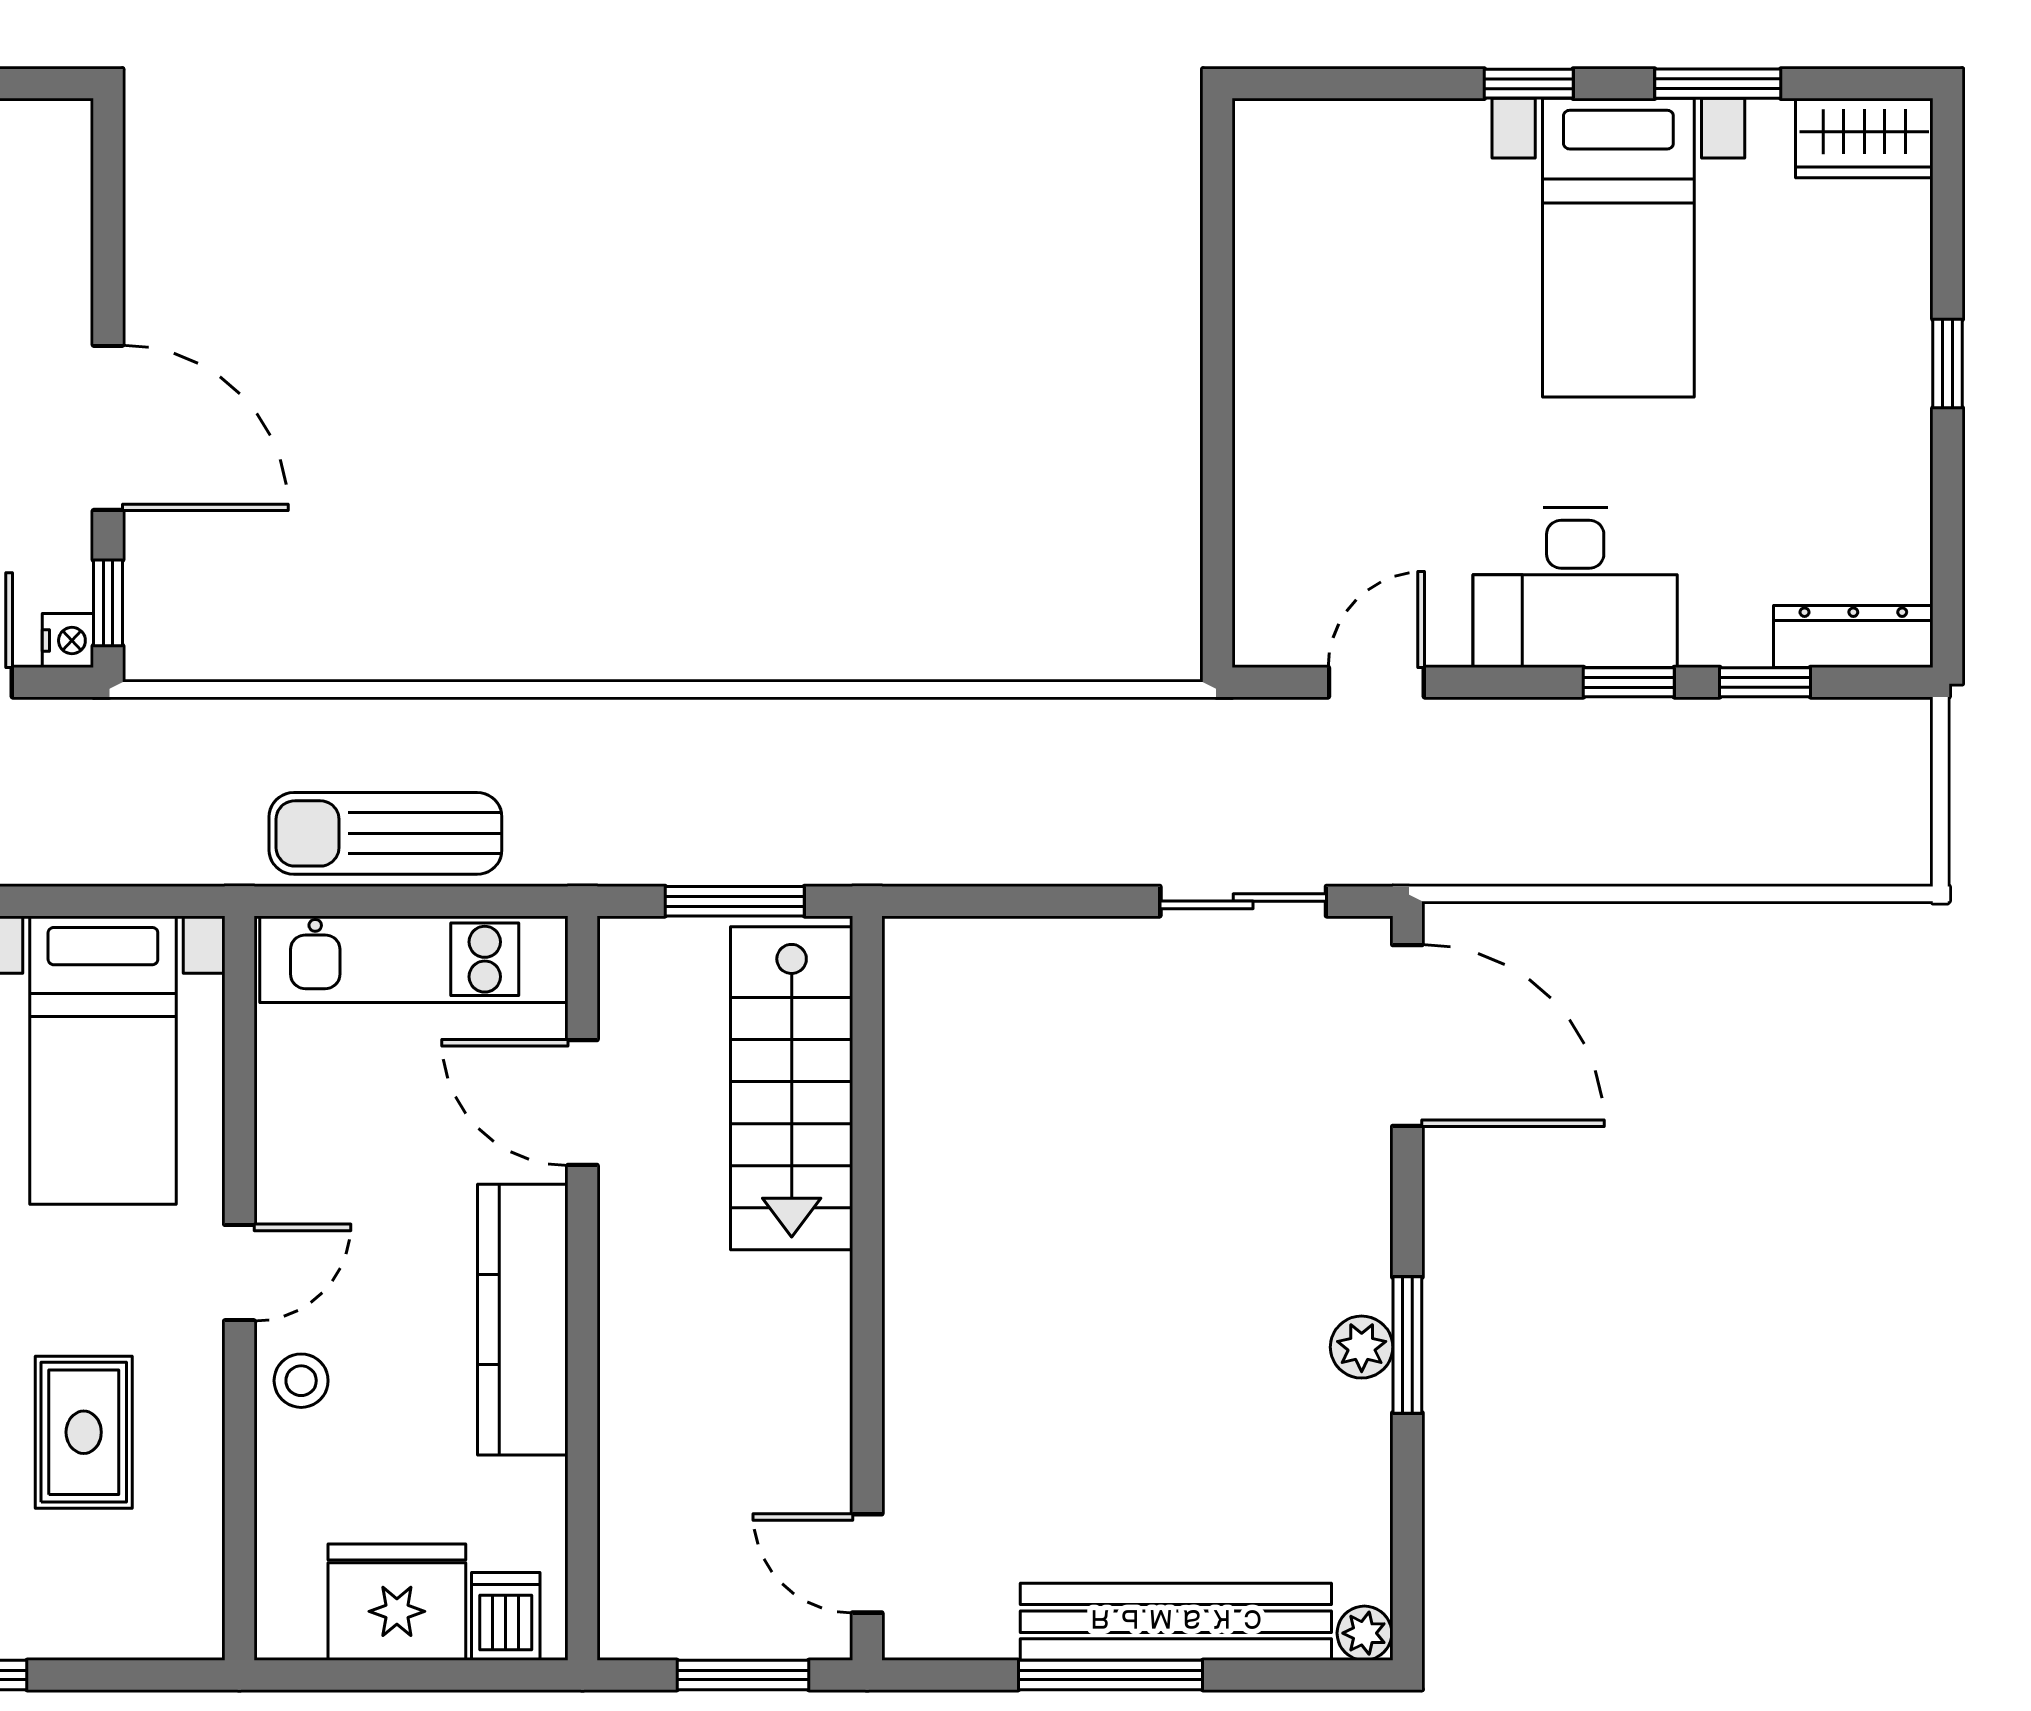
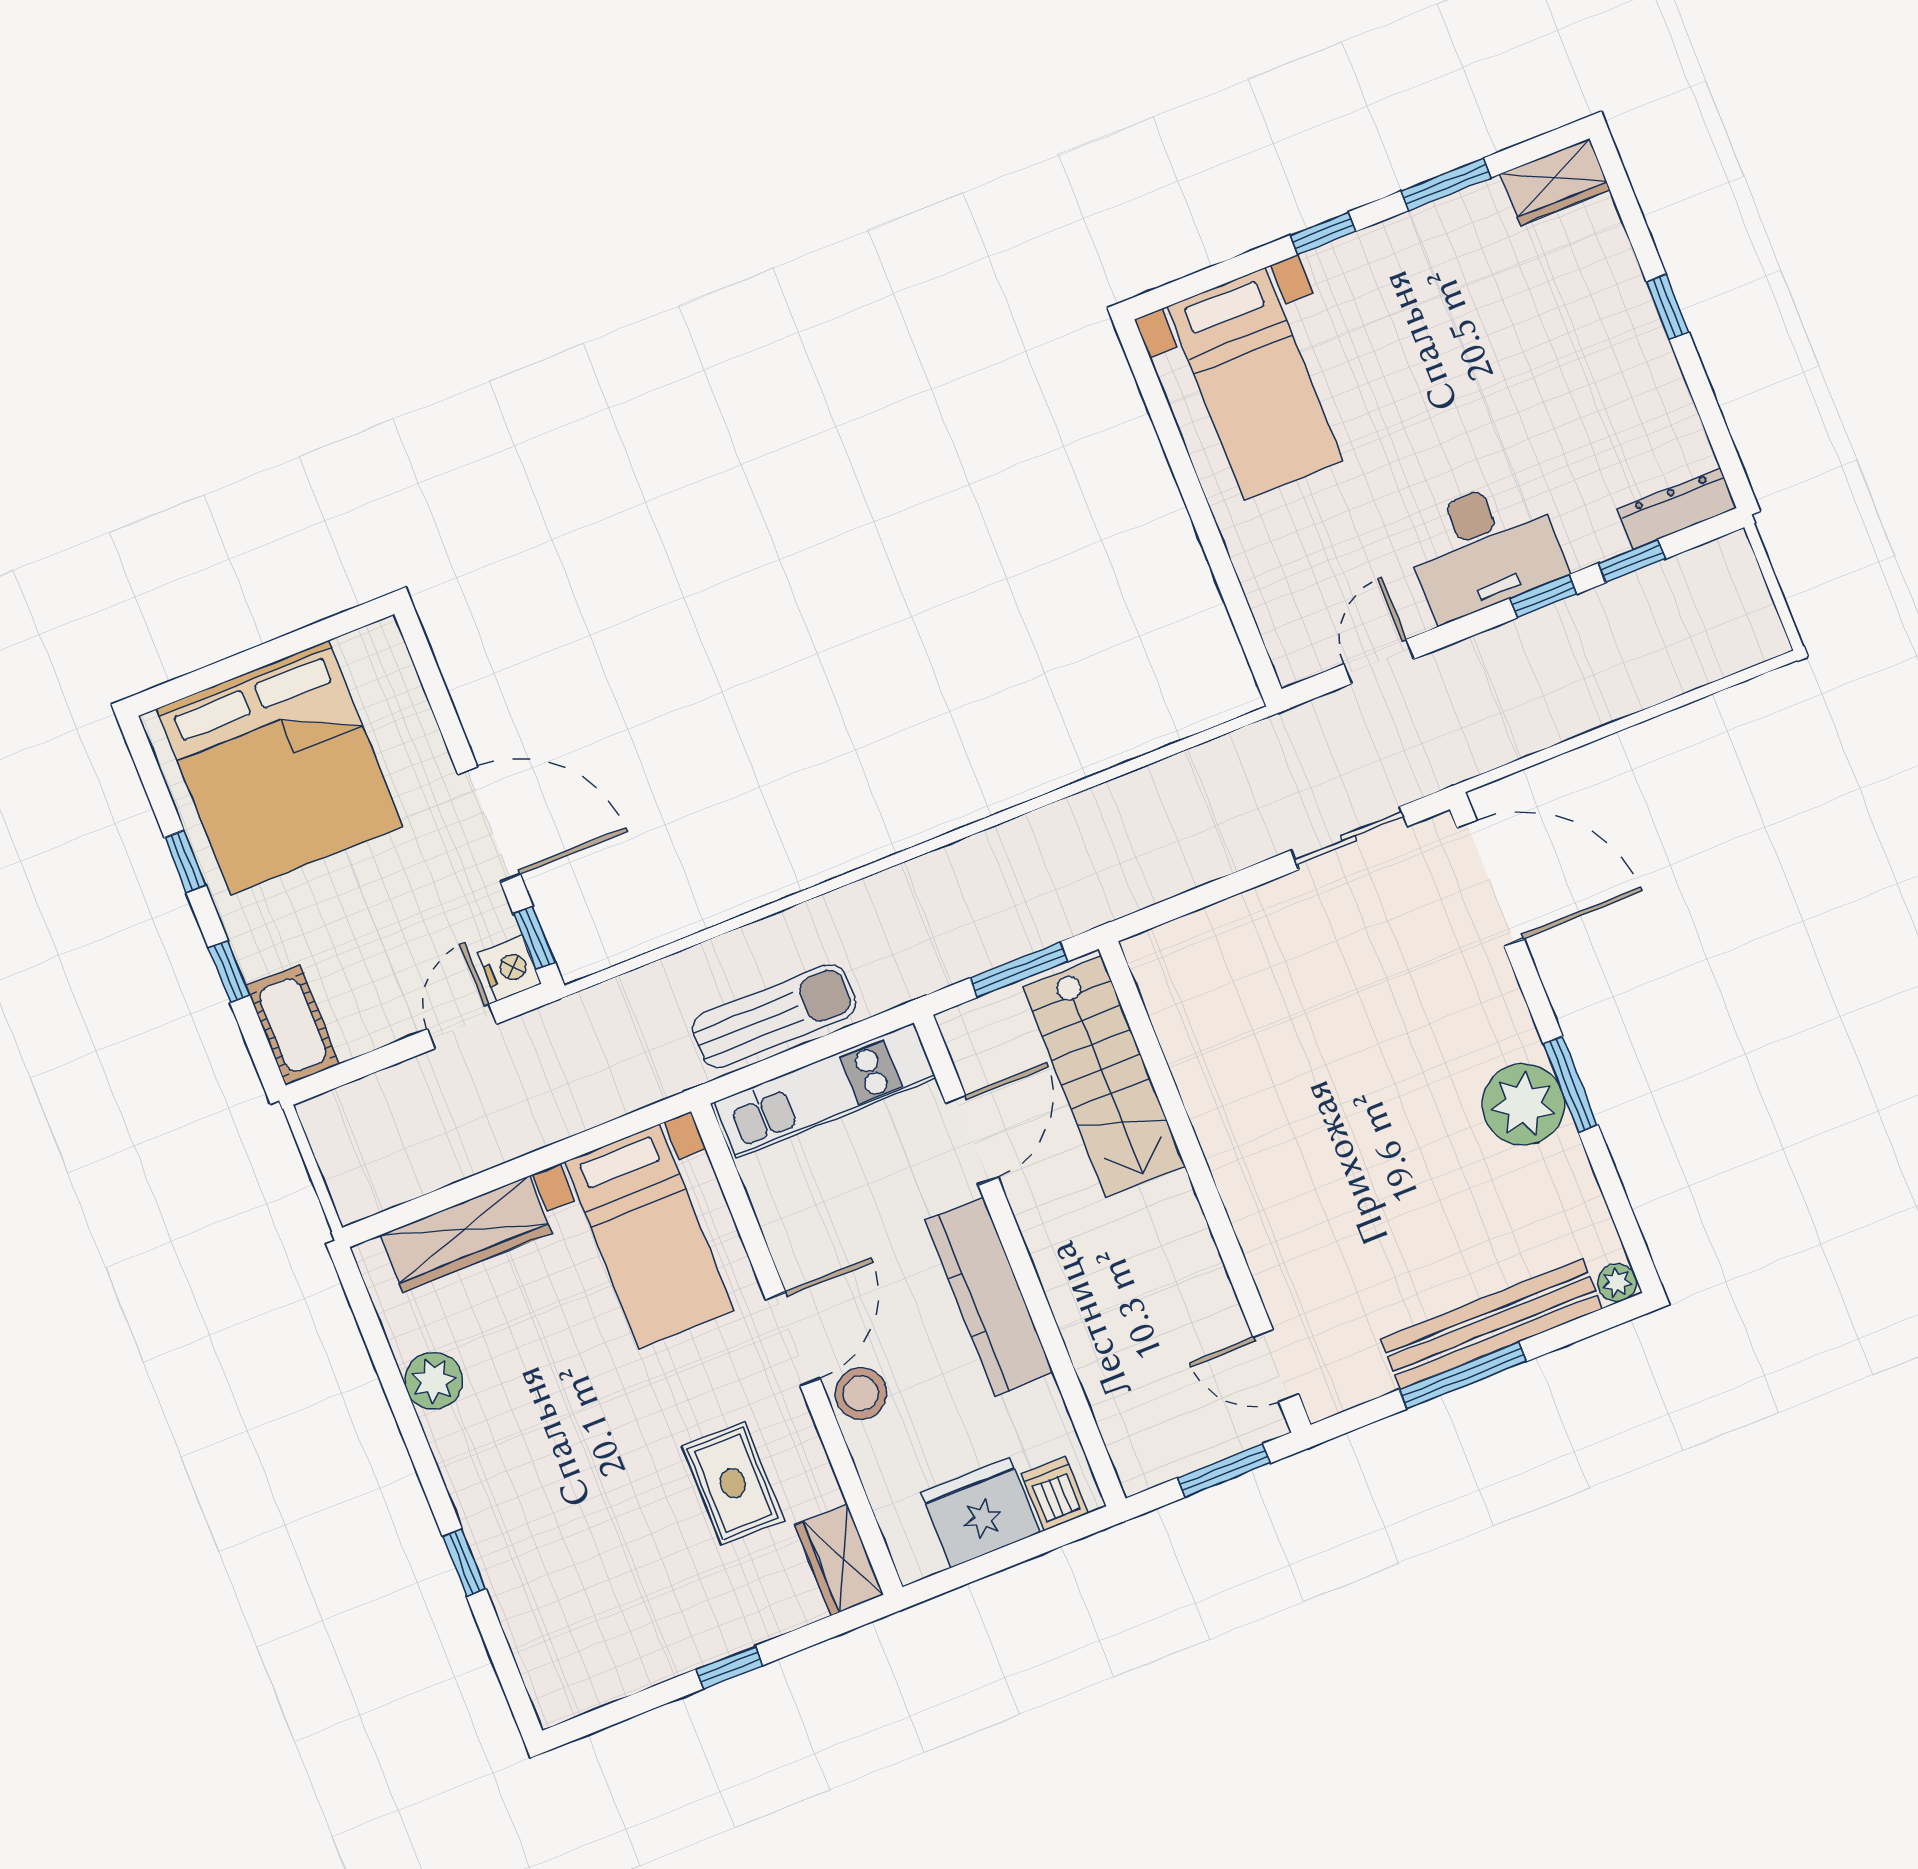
bed with nightstands: (1618, 248) -> (1255, 384), moved
nightstand: (68, 641) -> (509, 968), width x1.39, depth x1.35
sun lounger: (385, 833) -> (774, 1016), turned 180
door: (582, 1103) -> (972, 1140), swing flipped
door: (239, 1273) -> (793, 1339), width x1.38
plant: (1362, 1347) -> (1524, 1104), width x1.88, depth x1.88
stool: (301, 1381) -> (861, 1393), width x1.37, depth x1.37
wardrobe: (184, 1590) -> (839, 1560), added

